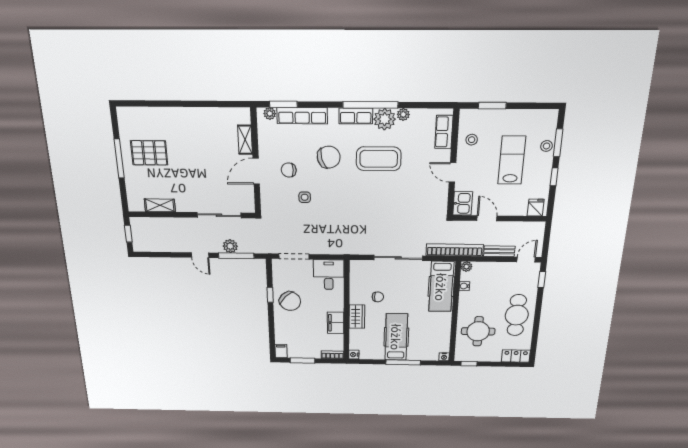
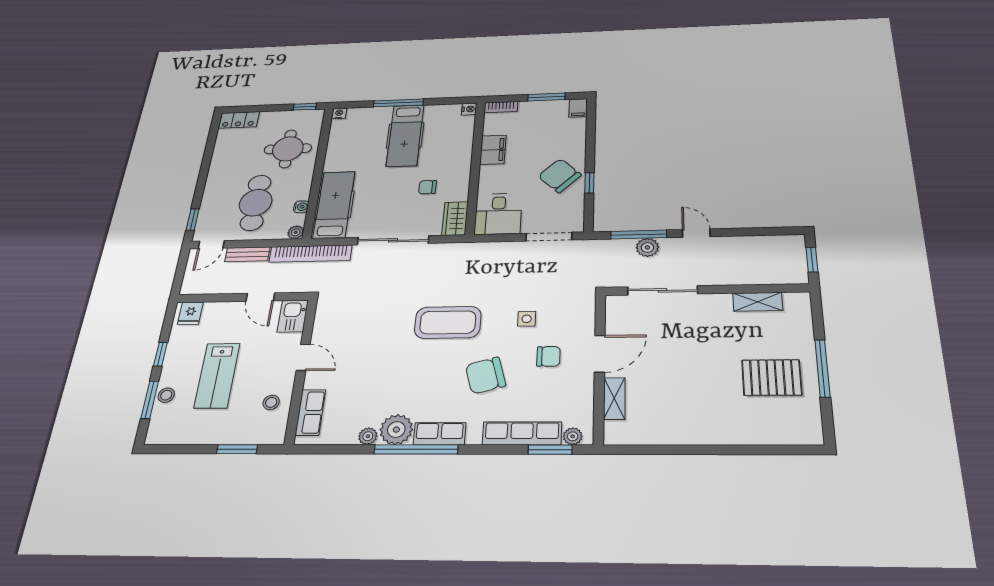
coffee table: (379, 159) -> (448, 322), moved
cafe table: (517, 315) -> (256, 203), moved
wardrobe: (357, 316) -> (455, 219), moved

